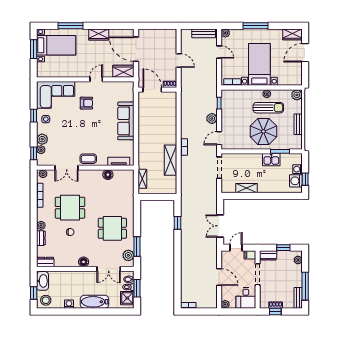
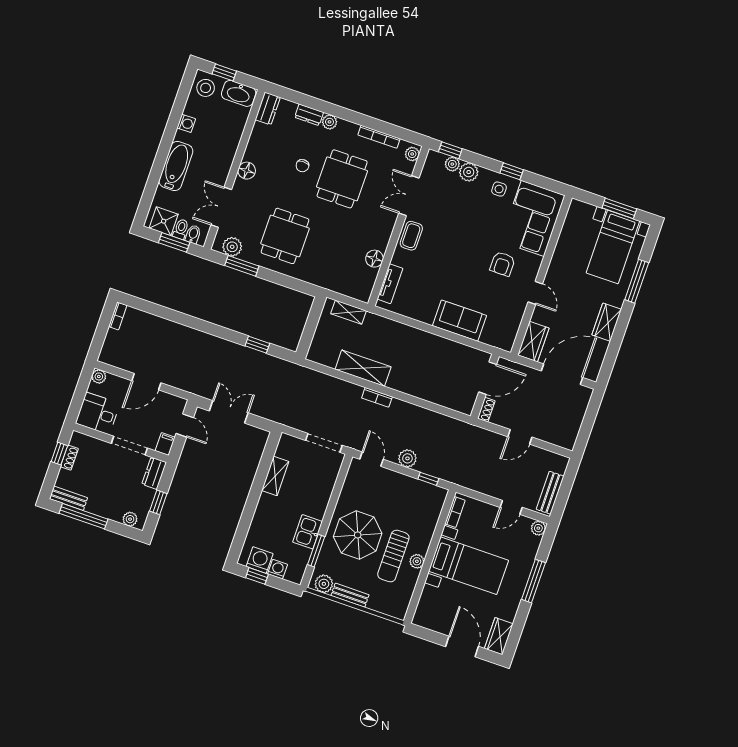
plant: (297, 95) -> (324, 584), moved
sofa: (126, 121) -> (460, 321), width x0.73

